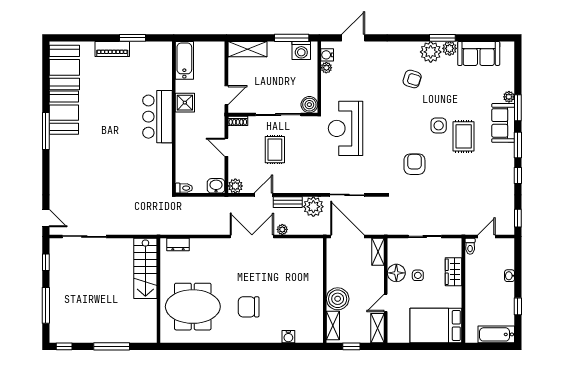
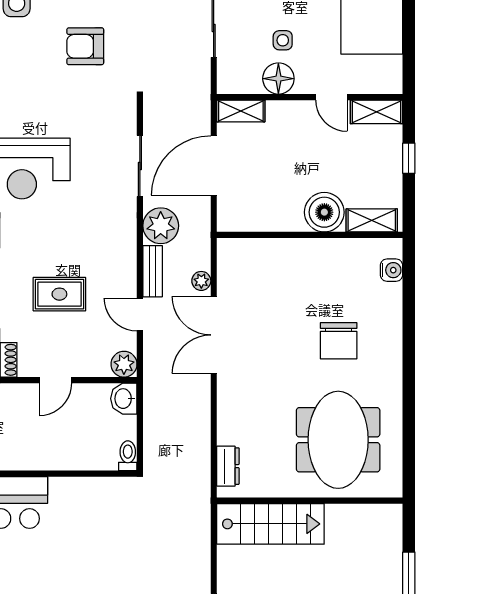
wall: (325, 291) -> (310, 235), moved
boiler: (338, 299) -> (324, 212), moved
shelving: (333, 325) -> (372, 220), moved

